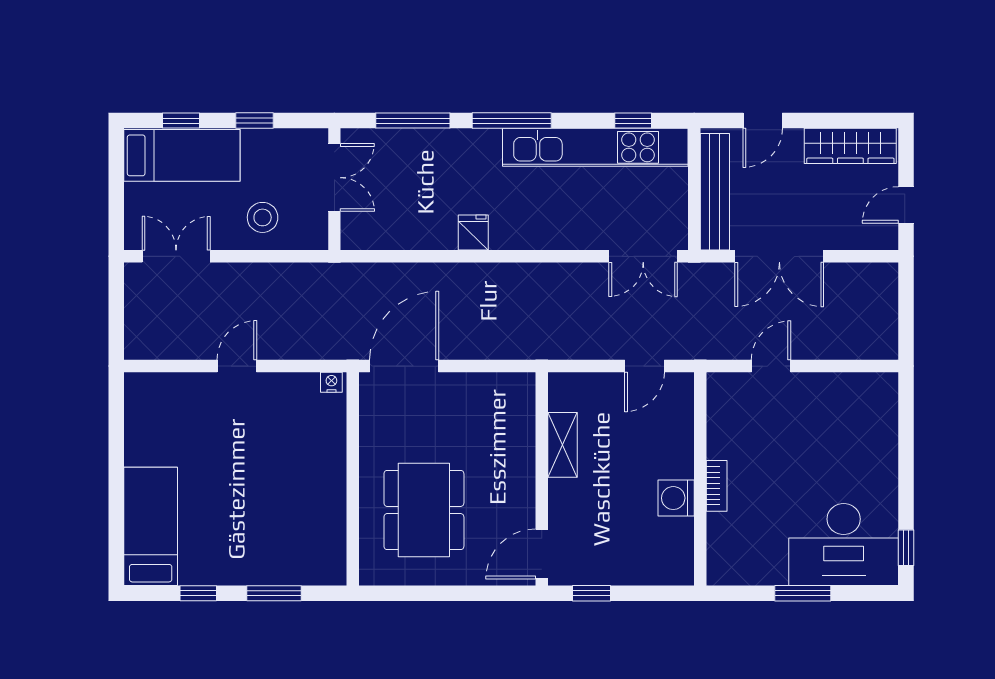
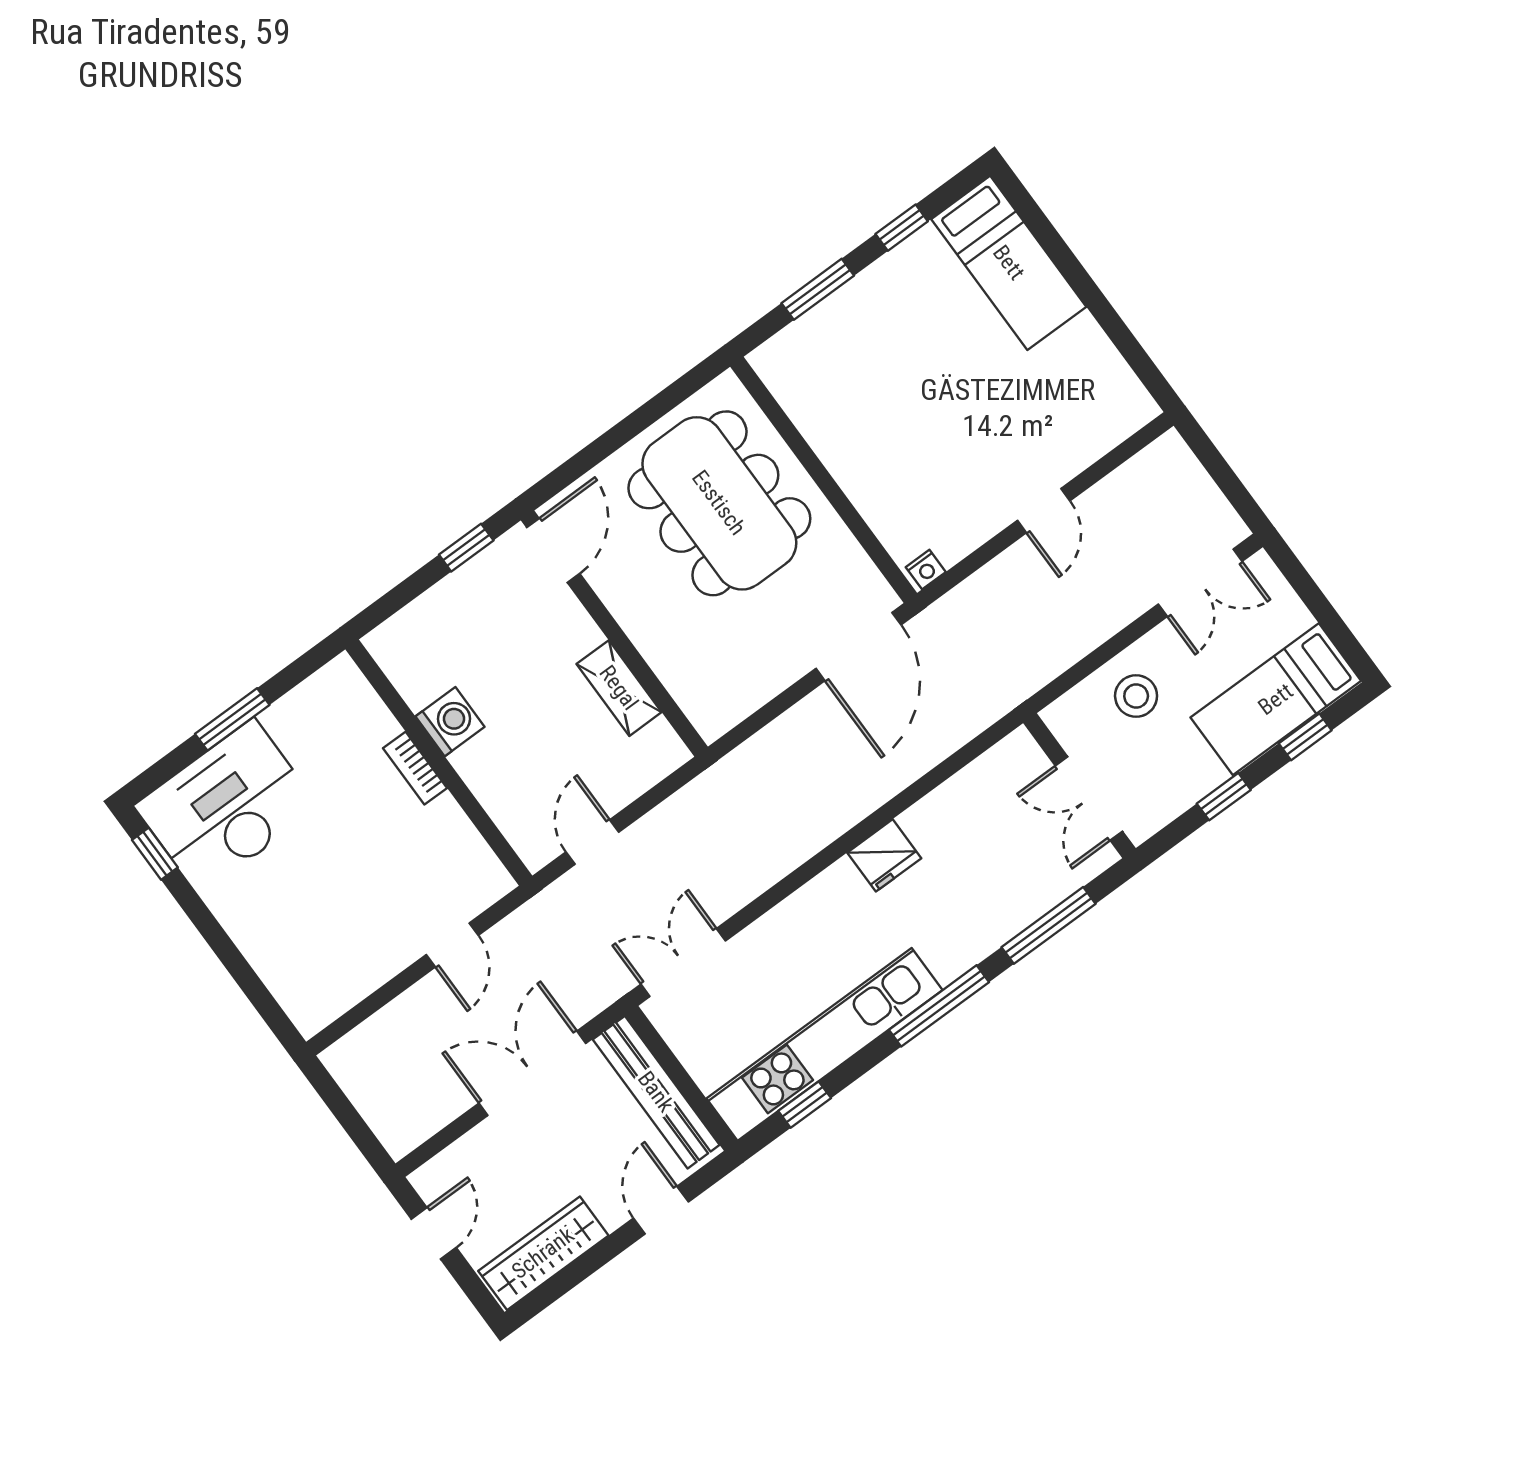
fridge: (473, 232) -> (884, 855), width x1.38
dining table: (424, 510) -> (719, 503), width x1.36, depth x1.24

